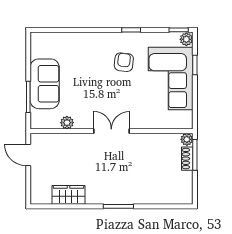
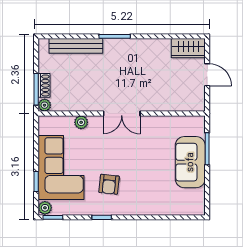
plant: (67, 123) -> (81, 122), moved
door: (28, 155) -> (207, 75), moved
wardrobe: (69, 195) -> (188, 48), moved
bench: (156, 197) -> (76, 46), added

